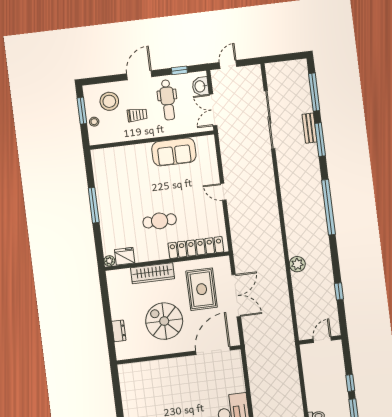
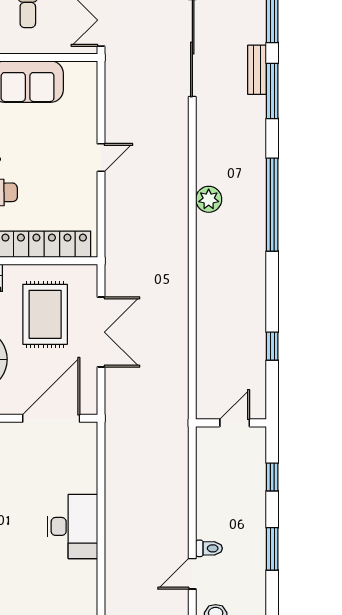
door: (223, 192) -> (101, 158), swing flipped
plant: (297, 264) -> (209, 199), moved
window: (350, 383) -> (272, 477), moved

